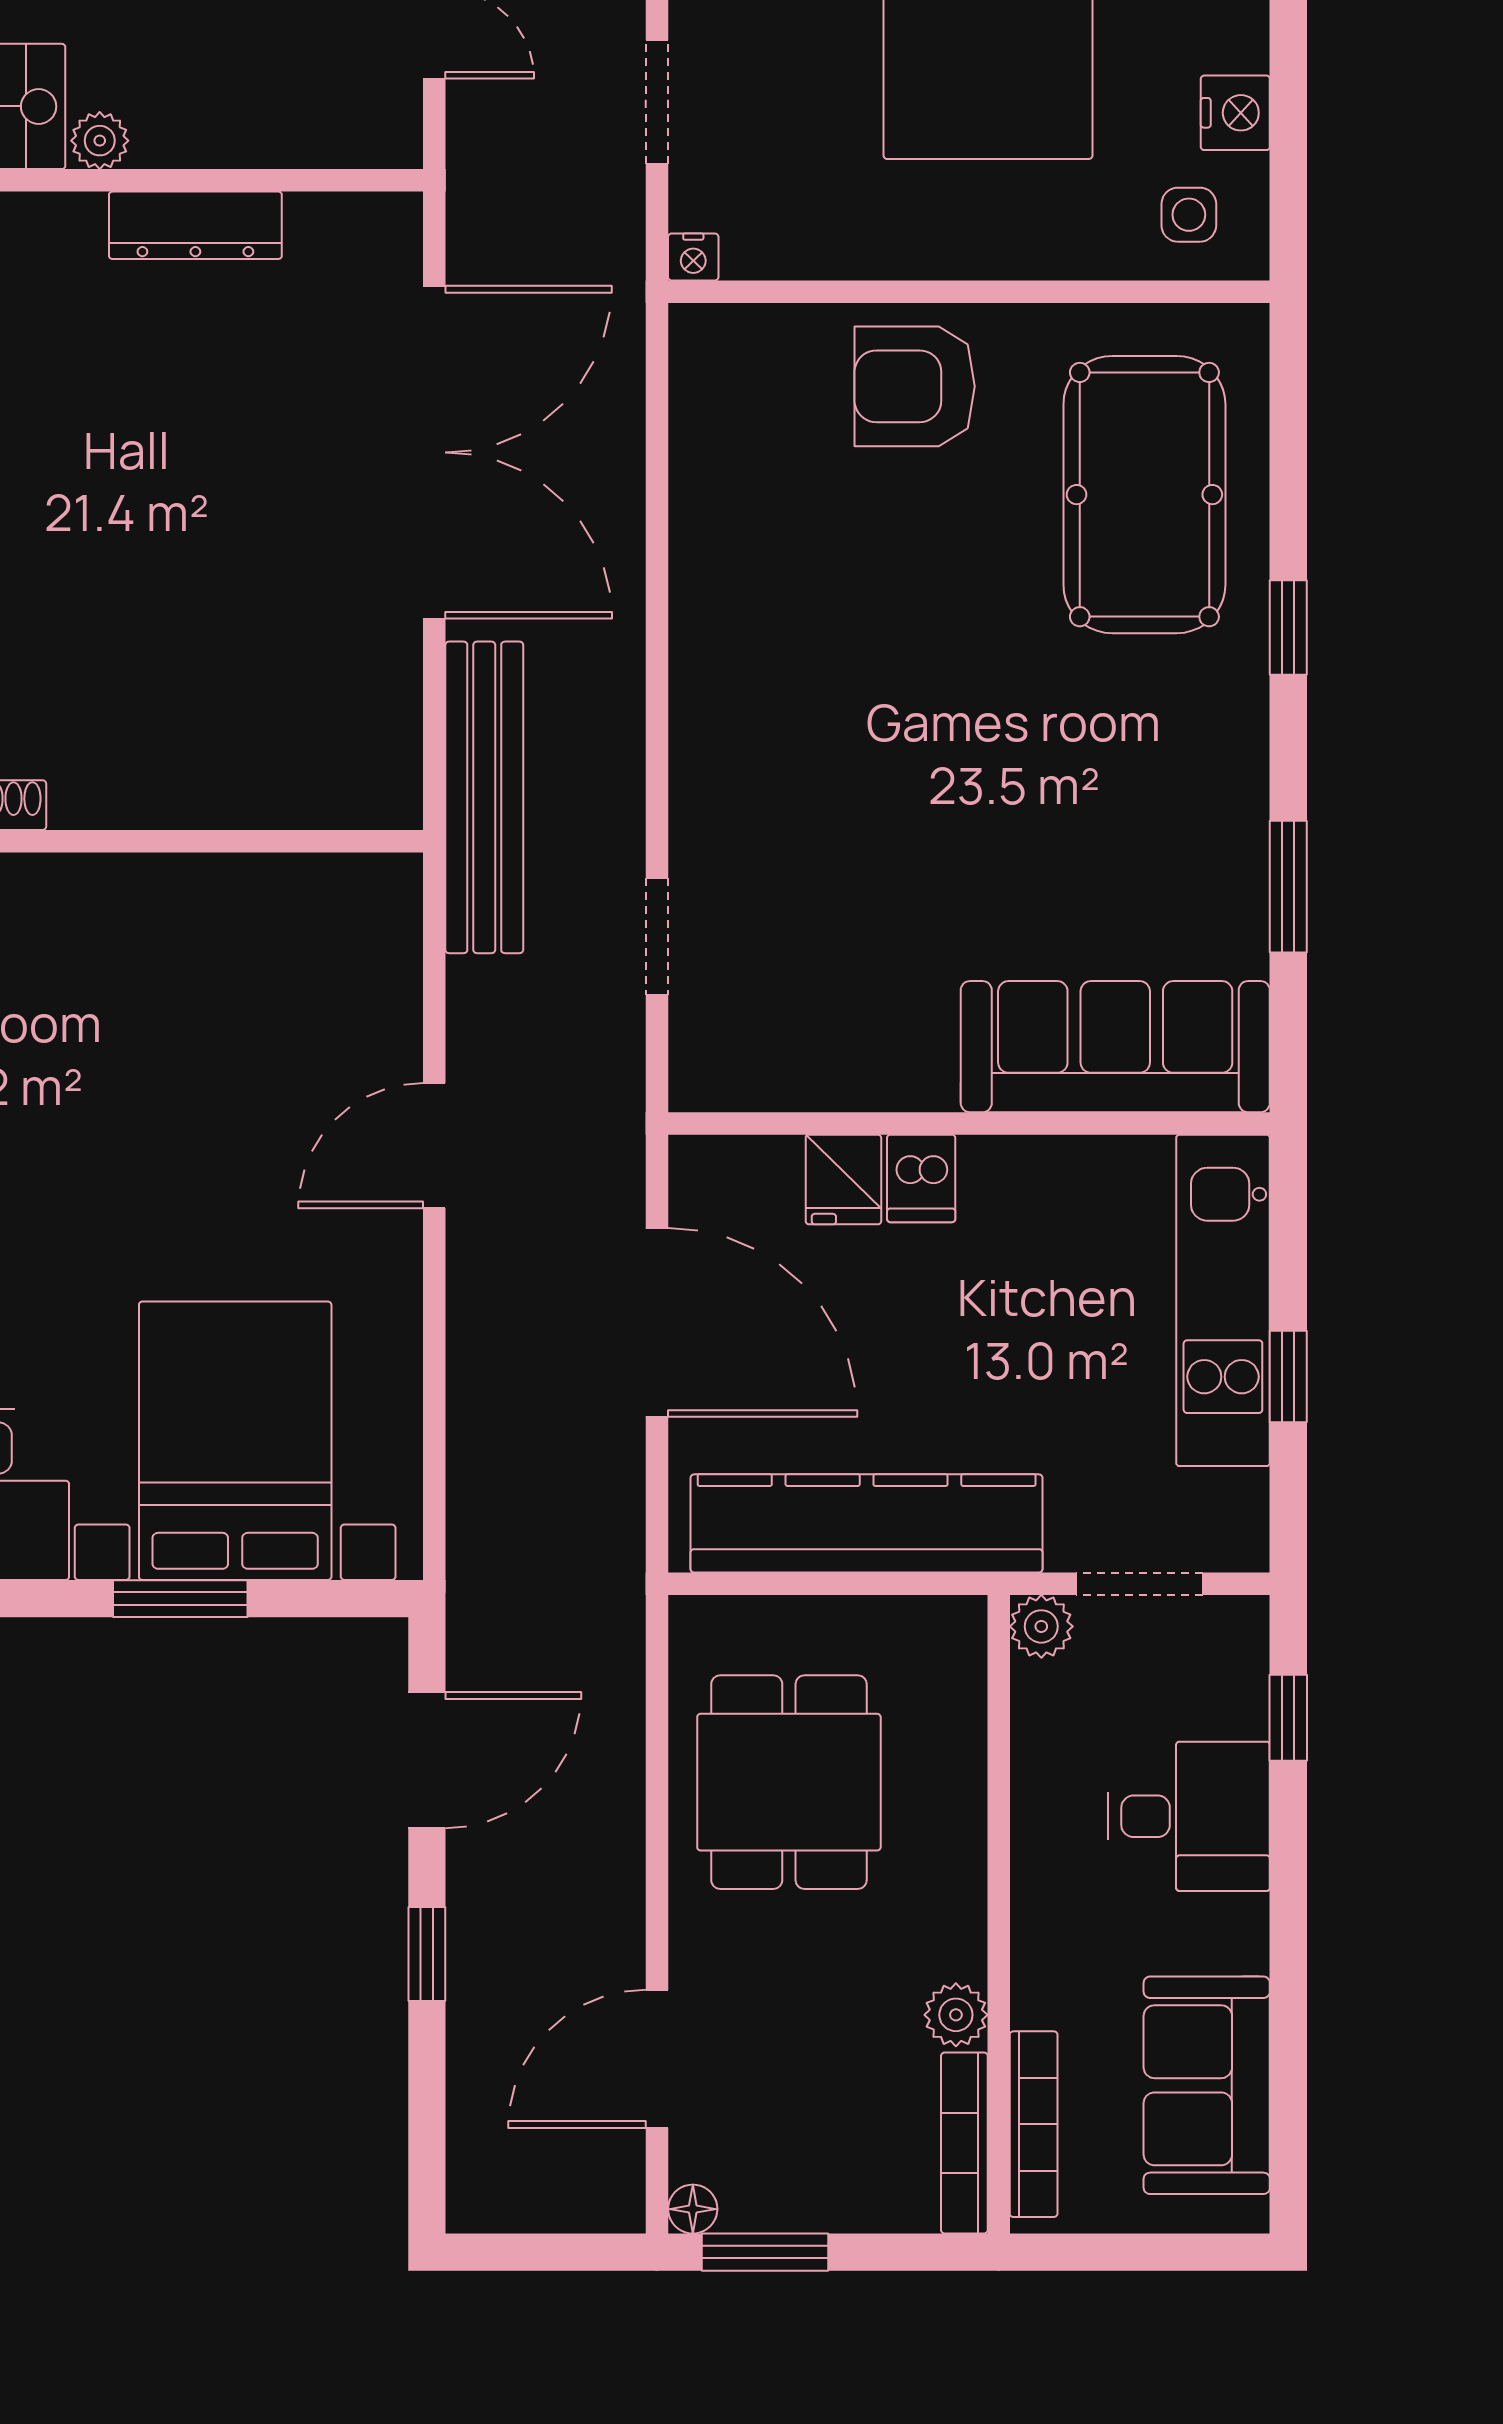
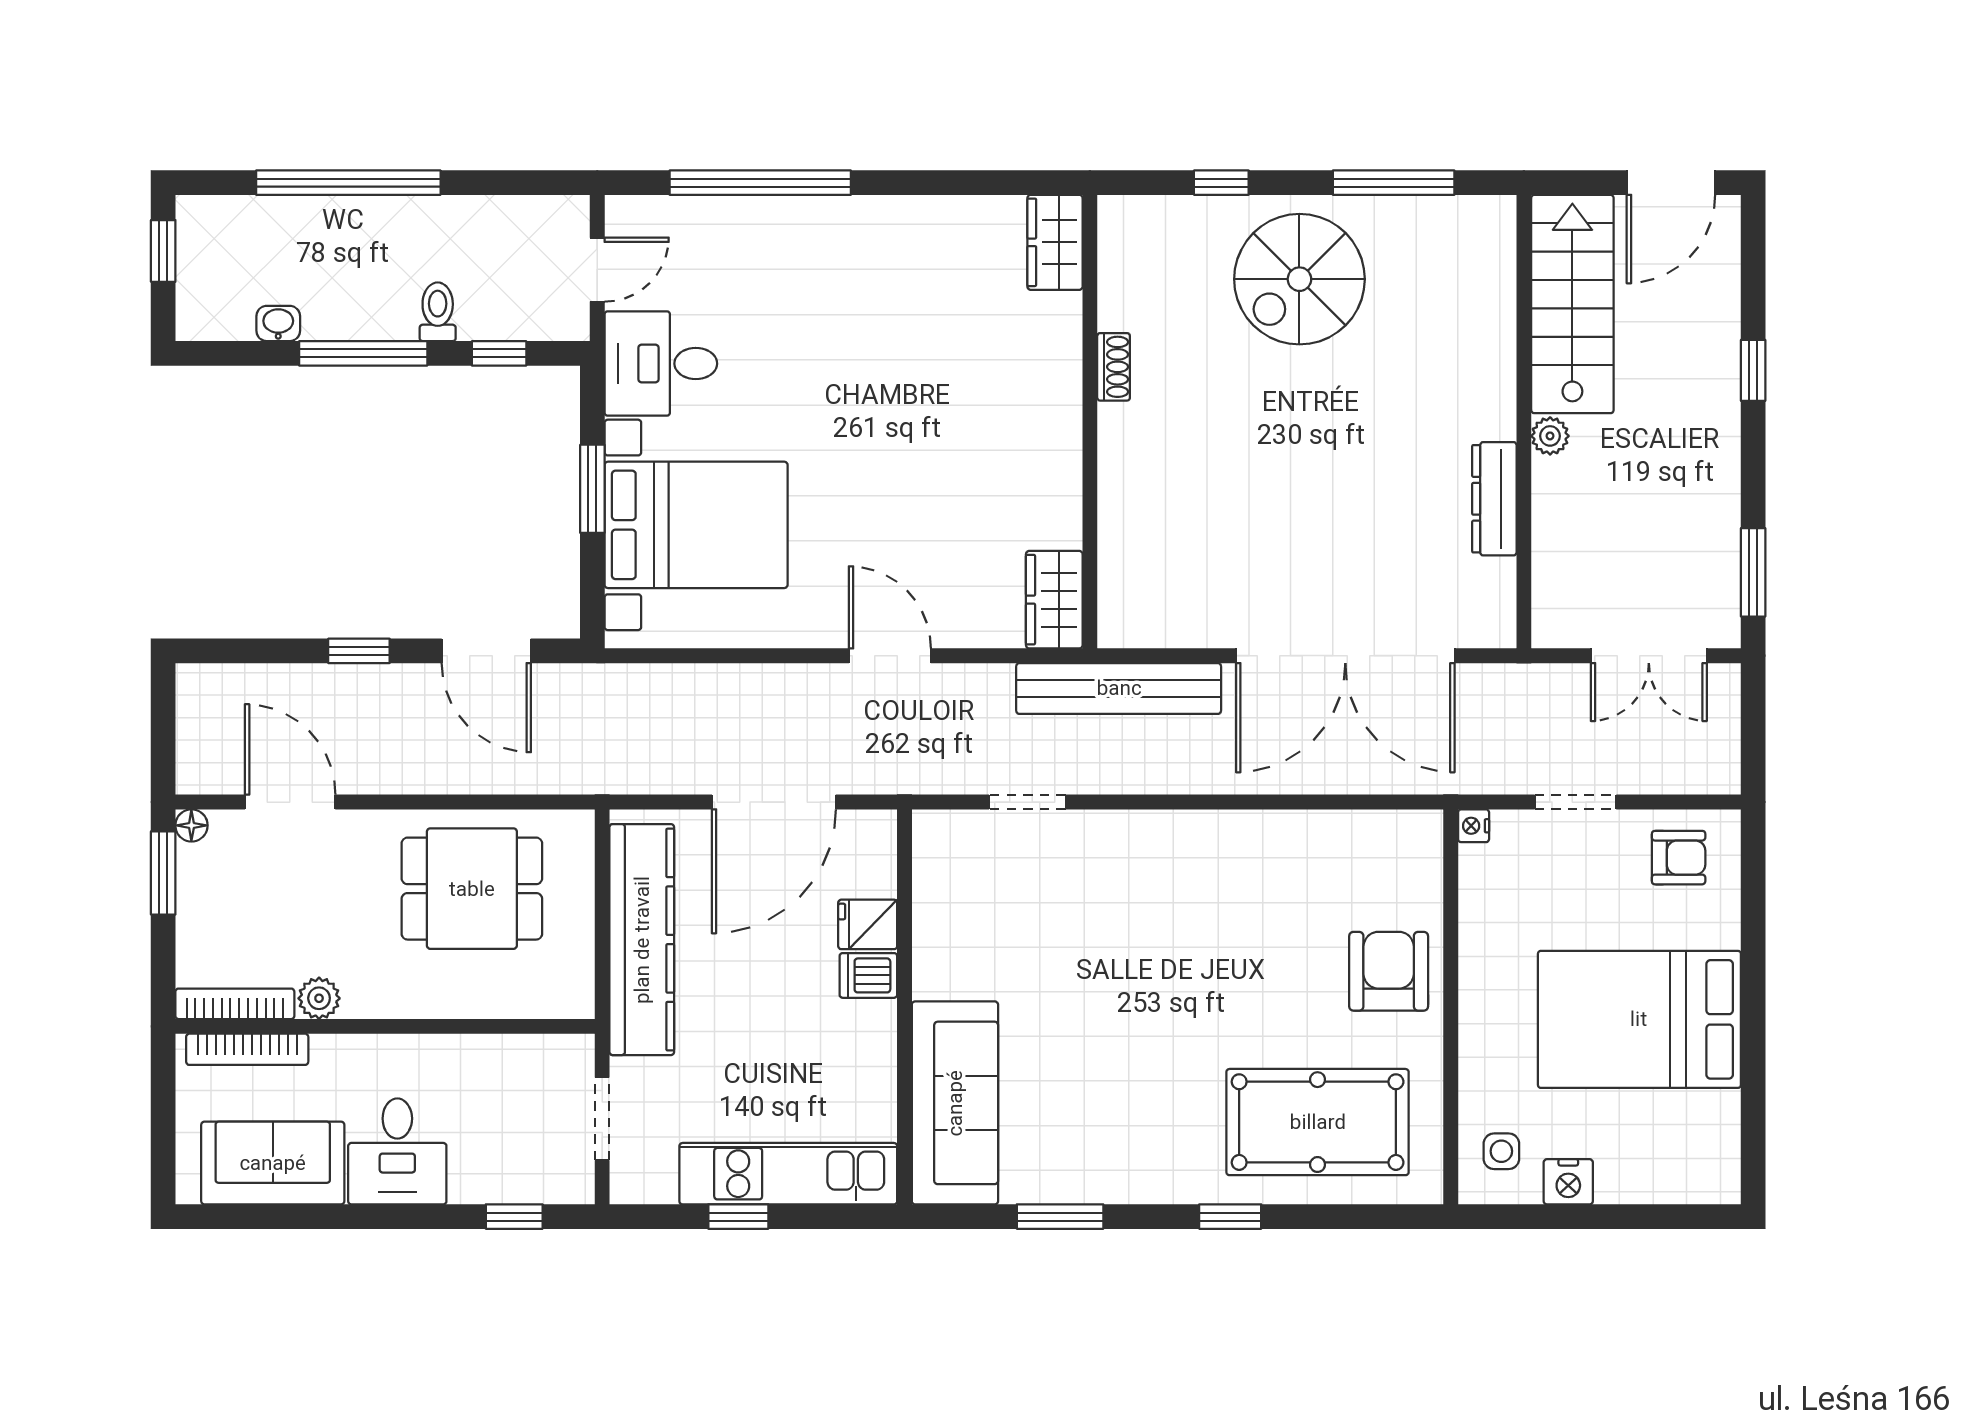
wardrobe: (349, 895) -> (1054, 600), added
plant: (1041, 1626) -> (574, 1054), removed
desk: (1189, 1816) -> (397, 1151), moved

